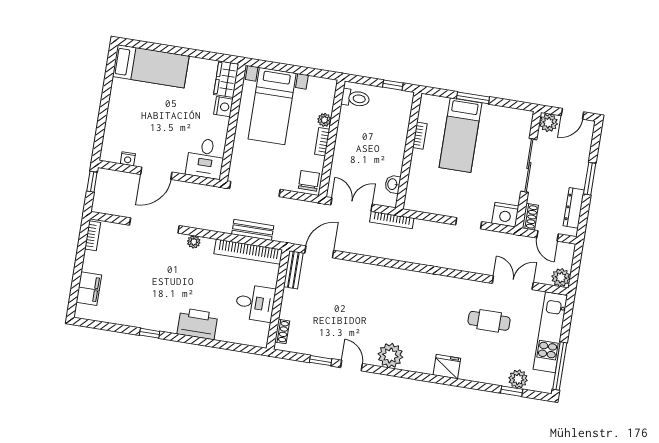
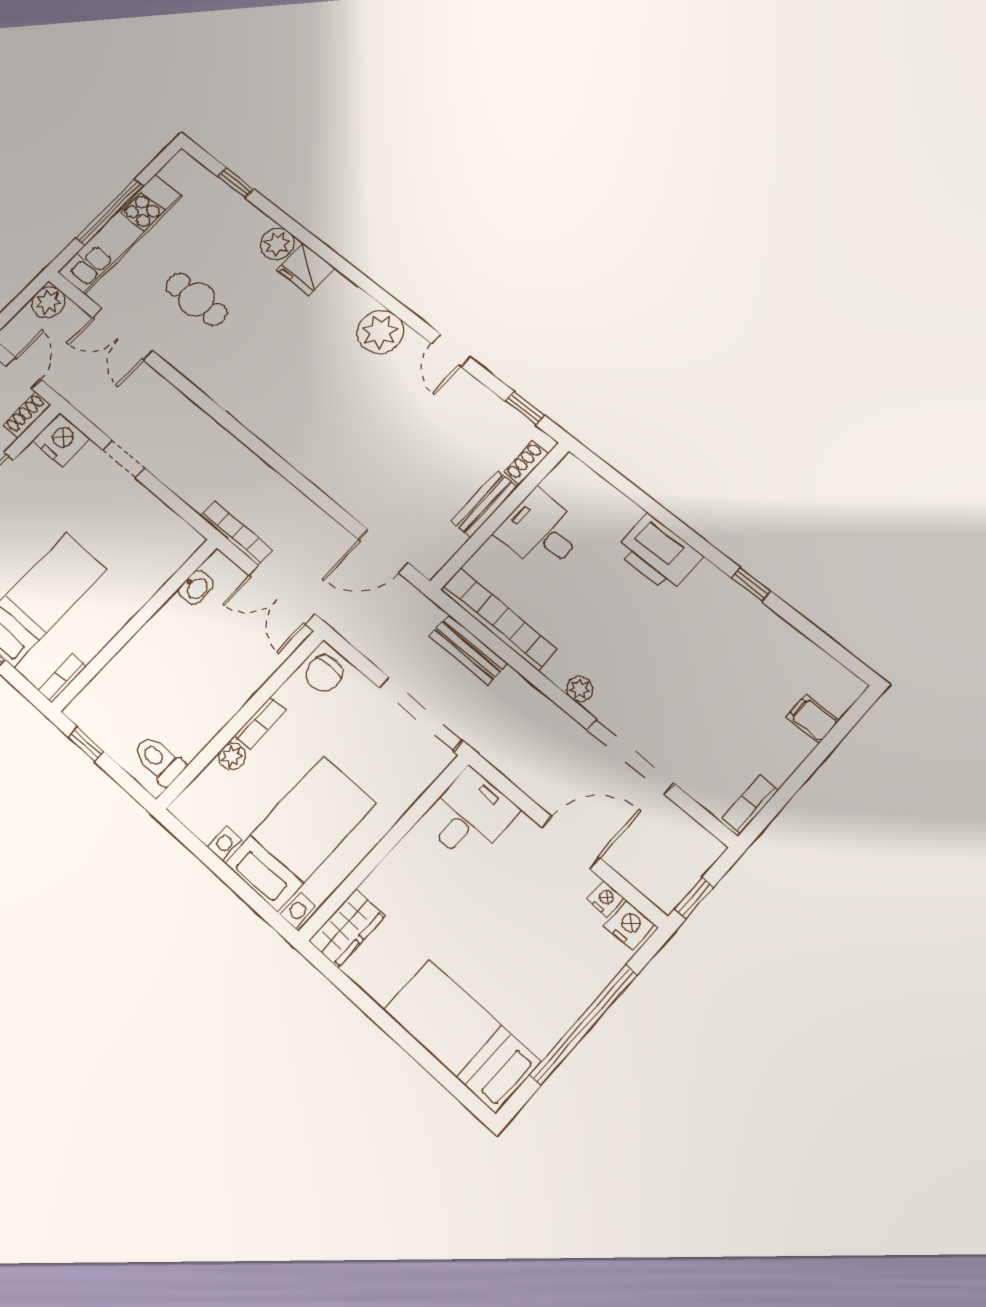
window: (105, 102) -> (584, 1025), added
nightstand: (223, 107) -> (629, 925), moved, turned 90
bookcase: (420, 136) -> (62, 678), moved
bench: (293, 270) -> (484, 504), moved
filing cabinet: (89, 289) -> (813, 719), width x0.50
window: (321, 361) -> (525, 408), moved
window: (560, 366) -> (110, 212), moved
plant: (518, 379) -> (277, 244), moved

